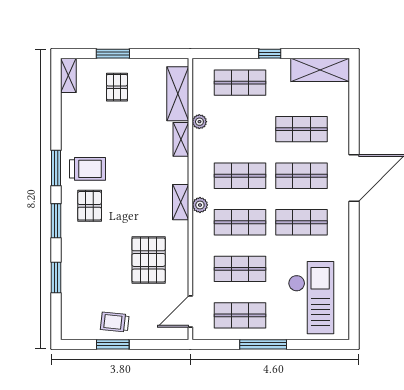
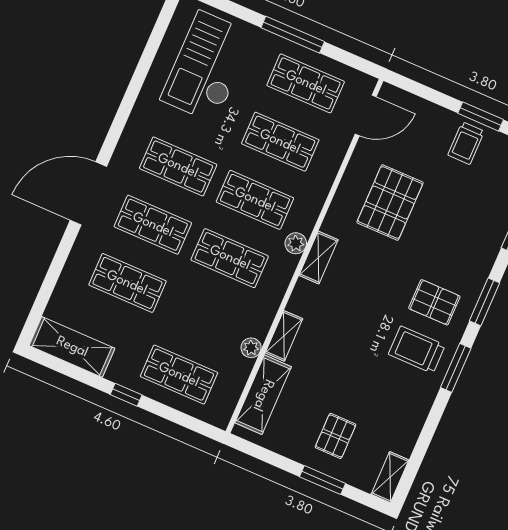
pallet: (90, 206) -> (434, 302), turned 90
trolley: (115, 322) -> (466, 143), turned 84

